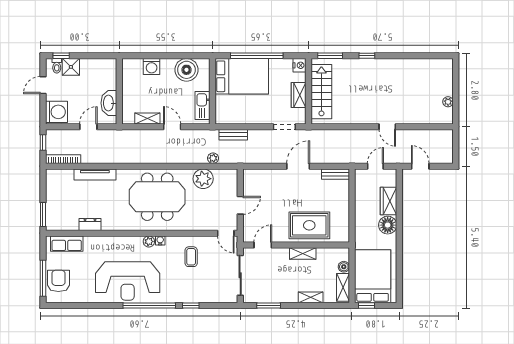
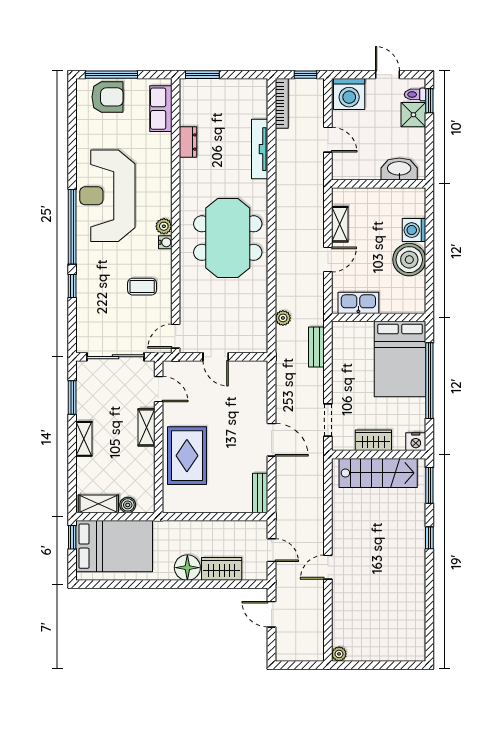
boiler: (186, 70) -> (409, 260), moved
plant: (448, 102) -> (339, 654), moved
washbasin: (109, 103) -> (399, 169), moved
door: (420, 166) -> (271, 614), swing flipped
plant: (203, 179) -> (254, 304), removed
shelving: (303, 254) -> (147, 427), moved
shelving: (311, 297) -> (84, 439), moved

